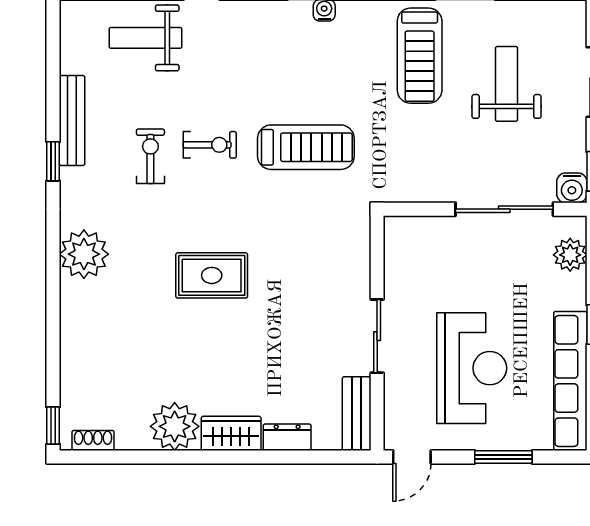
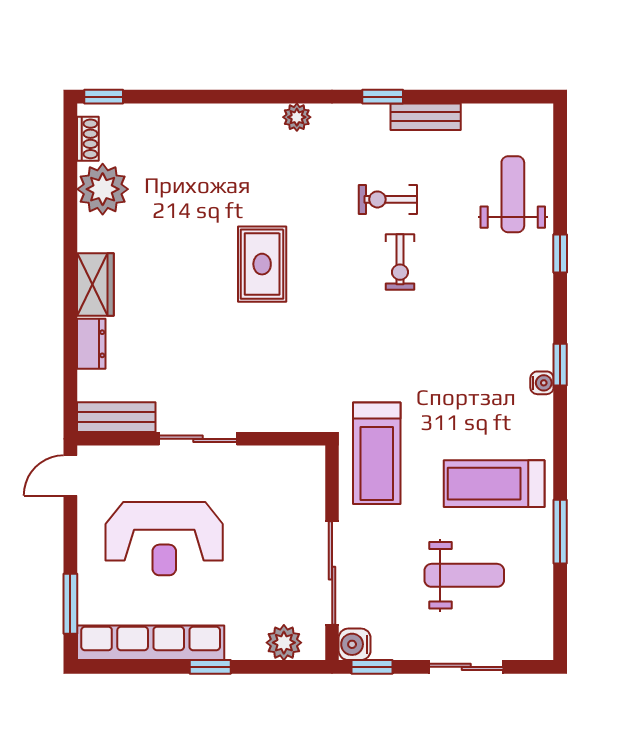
bench: (72, 121) -> (426, 117), width x0.73
treadmill: (306, 147) -> (377, 453), moved
exercise bike: (150, 156) -> (388, 199), turned 180
plant: (84, 254) -> (297, 117), width x0.53, depth x0.53
plant: (175, 426) -> (103, 189), moved
door: (412, 457) -> (70, 476), hinge flipped
window: (503, 457) -> (70, 604), moved

